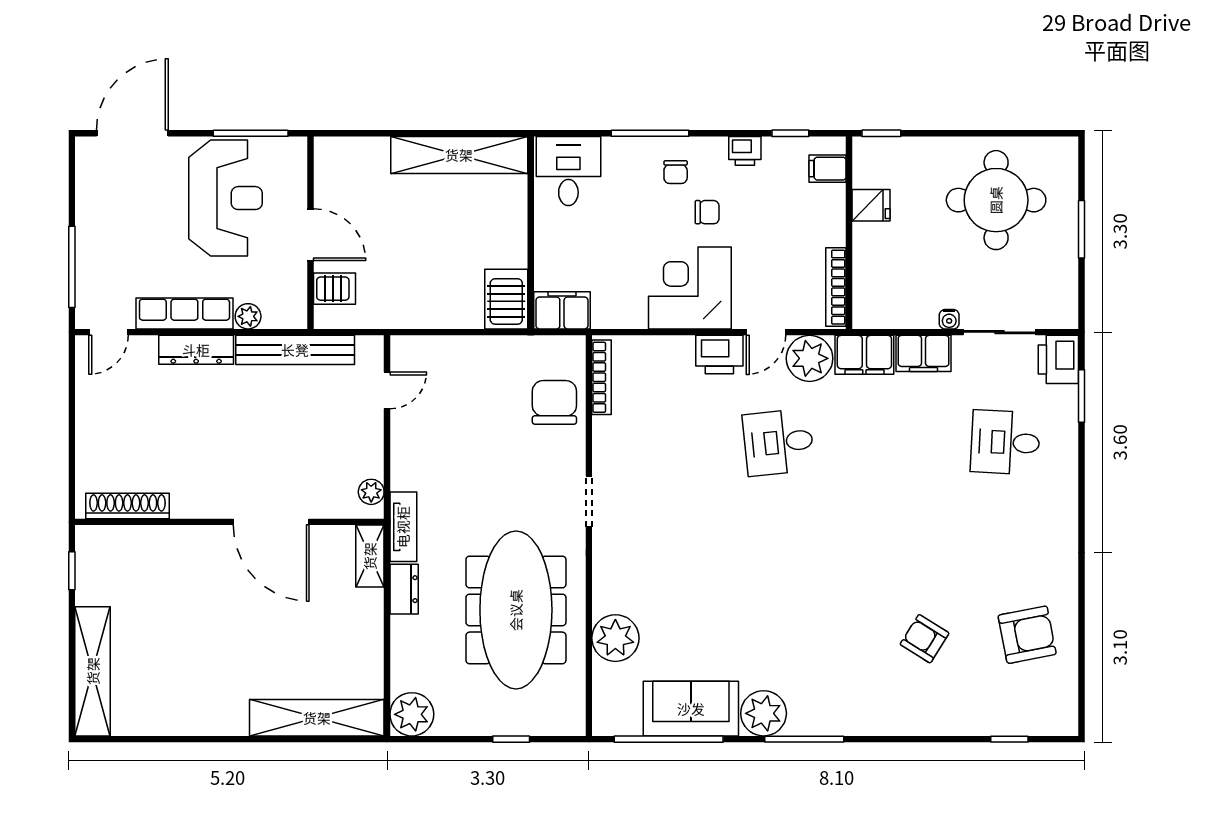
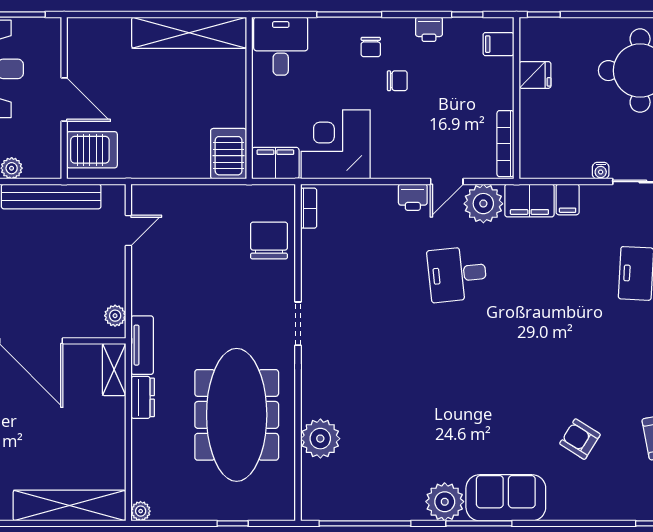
corner desk: (690, 288) -> (336, 144), moved
server rack: (335, 289) -> (92, 150), width x1.36, depth x1.44
filing cabinet: (924, 353) -> (568, 199), width x0.50
printer: (719, 355) -> (413, 197), width x0.73, depth x0.81
bookcase: (602, 377) -> (309, 208), width x0.64
sofa: (691, 709) -> (506, 498), moved
plant: (412, 714) -> (141, 511), width x0.53, depth x0.53

